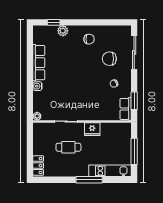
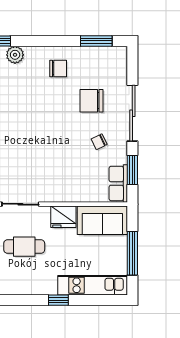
window: (112, 22) -> (96, 41), added
sliding door: (134, 52) -> (132, 113), moved
sofa: (116, 131) -> (102, 220), added
window: (89, 180) -> (58, 300), width x0.46

